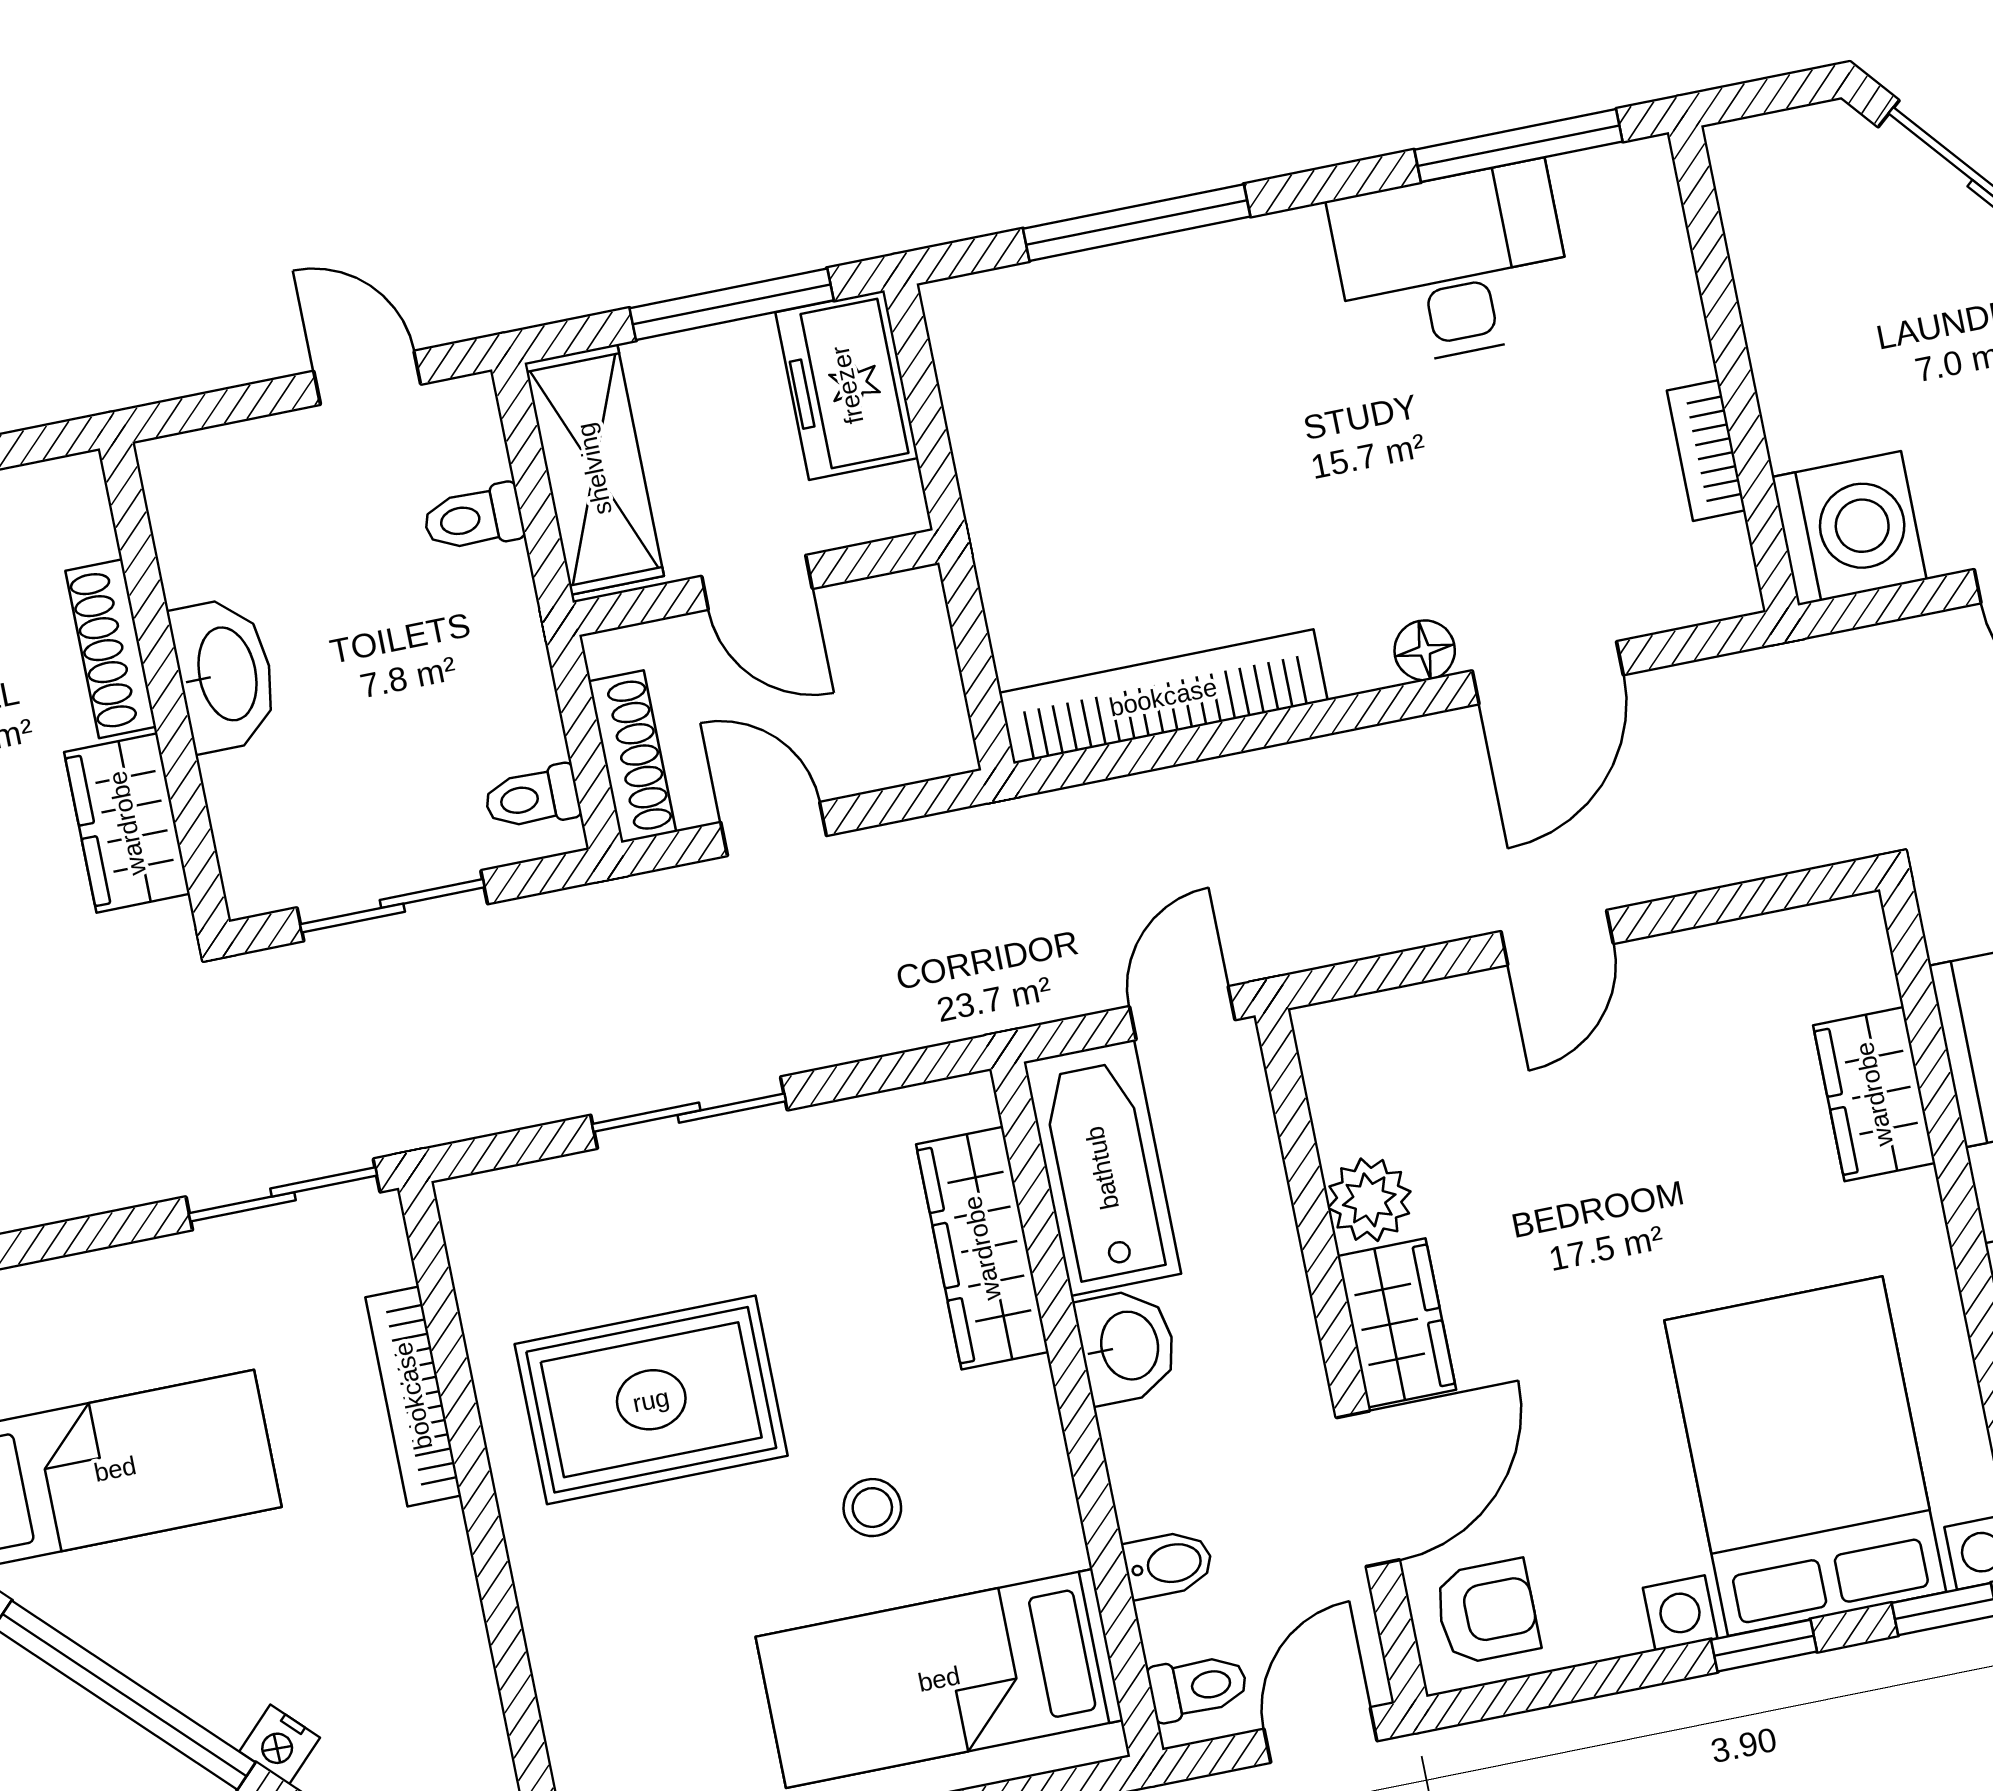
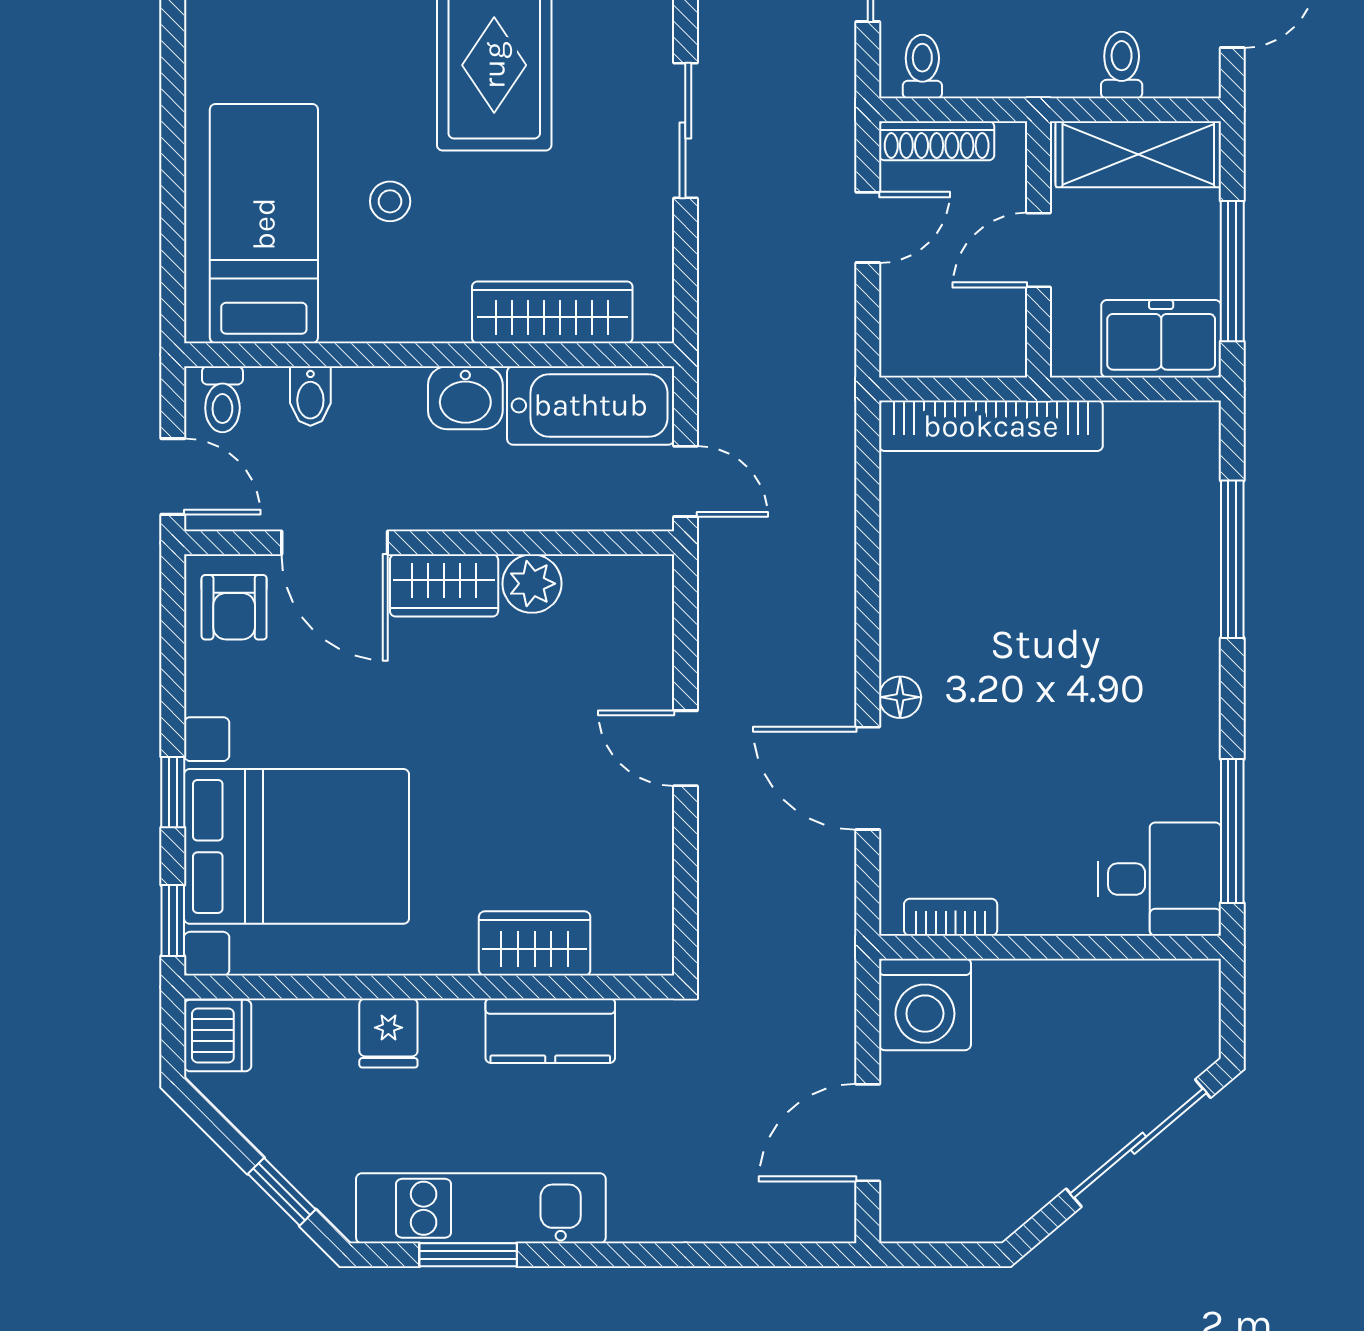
desk: (1452, 265) -> (1160, 879), moved, width x0.73
bookcase: (1706, 450) -> (951, 917), moved
bookcase: (1163, 697) -> (991, 426), moved, turned 90

